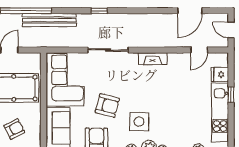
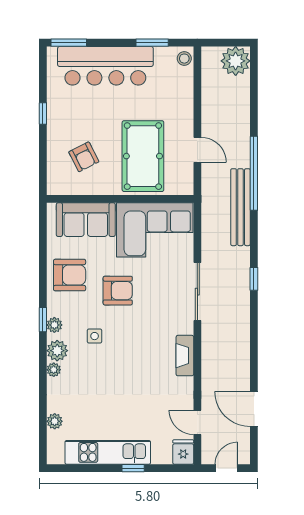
fridge: (220, 74) -> (183, 452), moved
armchair: (107, 105) -> (118, 291), turned -105
side table: (139, 122) -> (95, 336), width x0.54, depth x0.54

